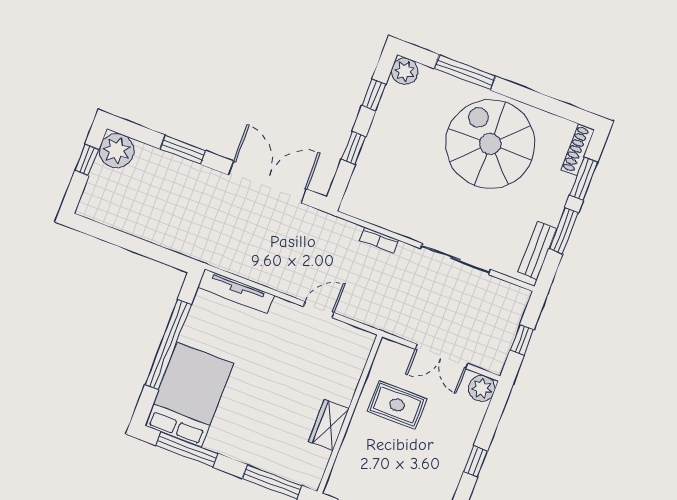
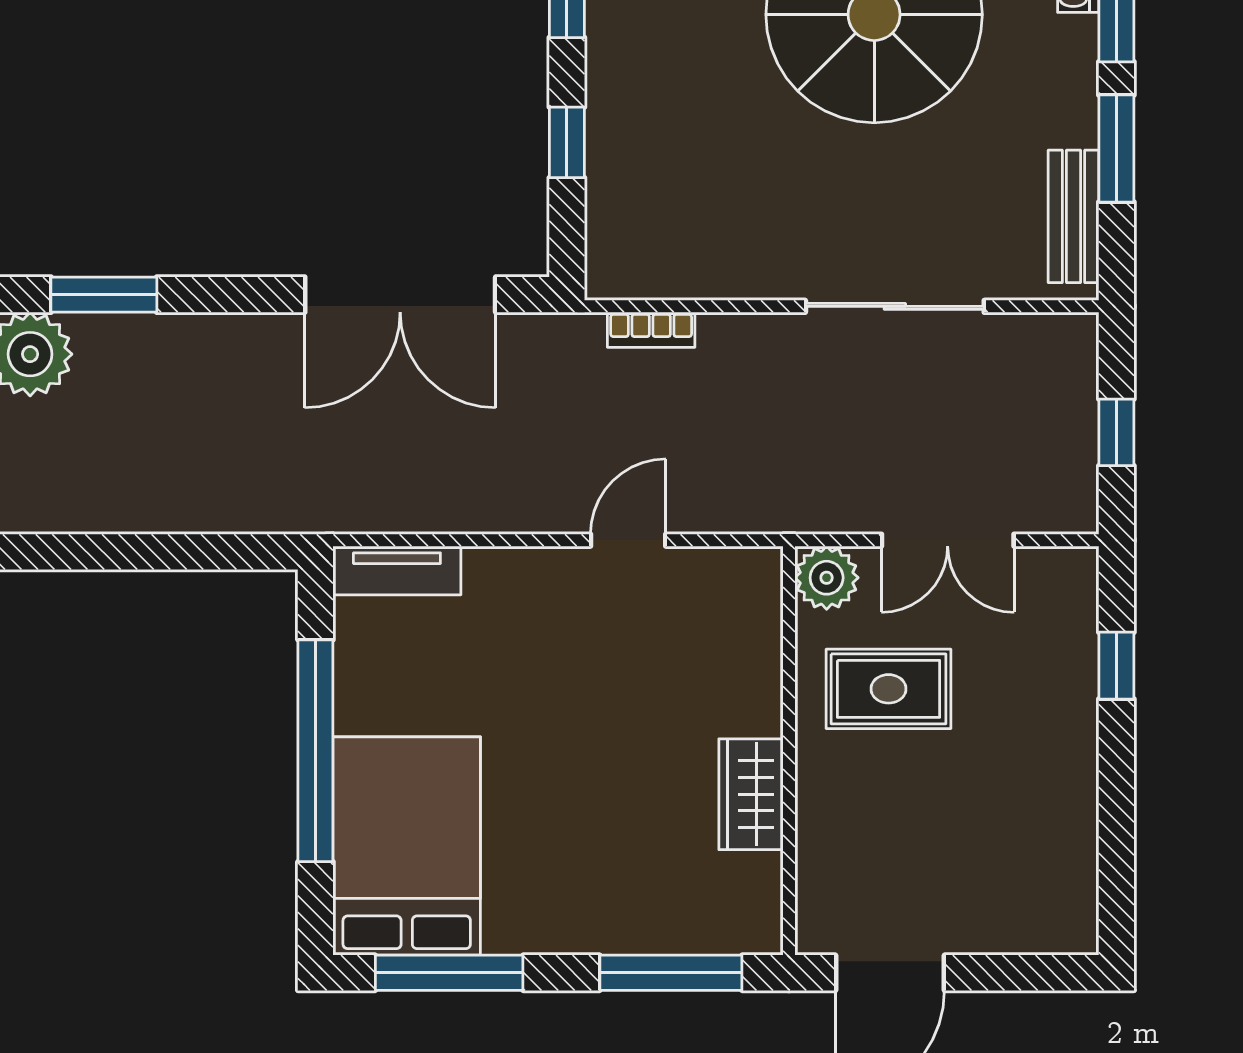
window: (183, 150) -> (104, 295), moved
double door: (267, 182) -> (400, 295), swing flipped
bookcase: (379, 240) -> (651, 330), moved
tv unit: (236, 291) -> (397, 570), width x0.71
plant: (482, 388) -> (827, 578), moved
window: (476, 461) -> (1116, 666), moved

